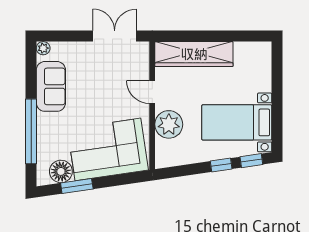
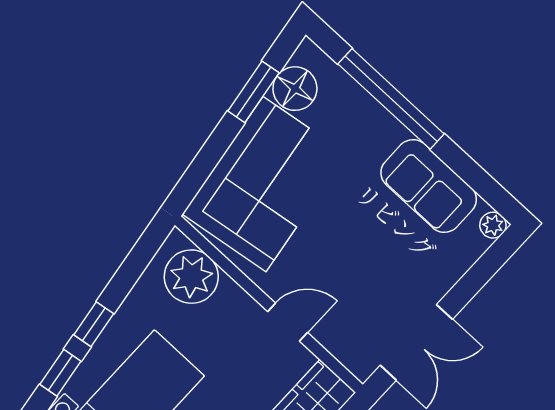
plant: (169, 124) -> (191, 277), moved

